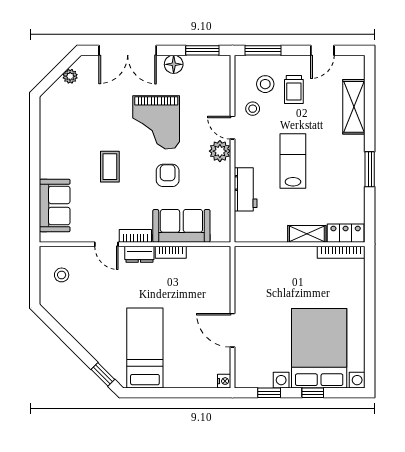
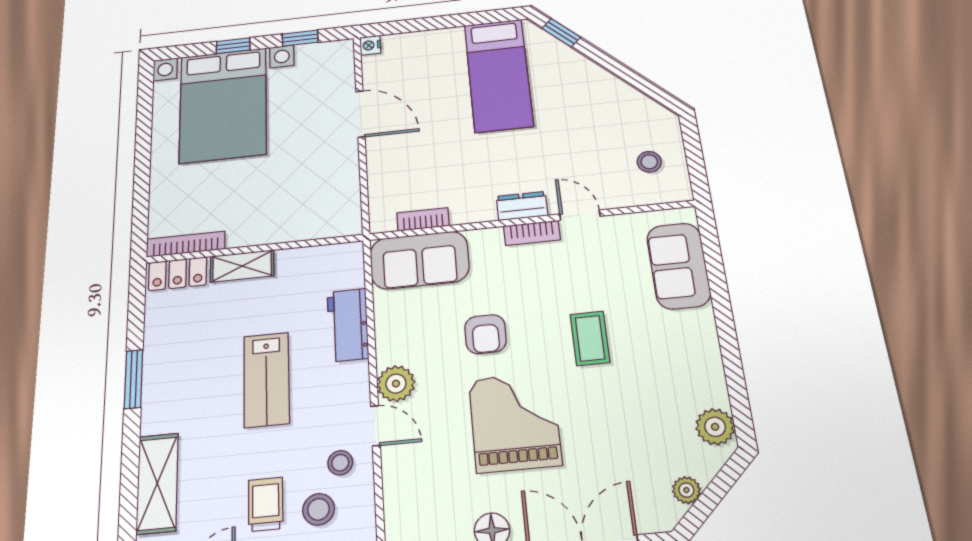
plant: (50, 109) -> (715, 427), added
sofa: (181, 226) -> (419, 260), moved
bookcase: (171, 252) -> (423, 219), moved

